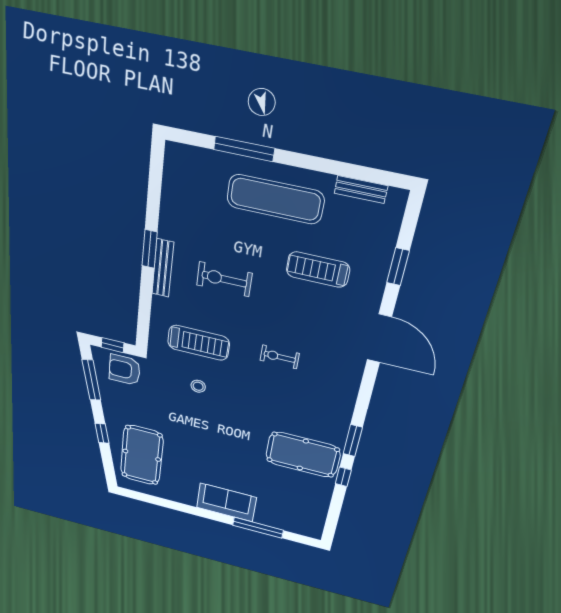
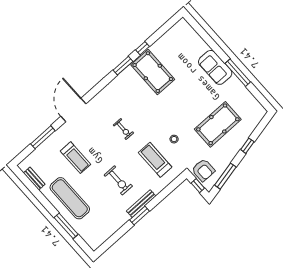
window: (398, 267) -> (43, 137), width x1.44
pool table: (142, 455) -> (218, 124), moved
window: (258, 528) -> (238, 73), moved

